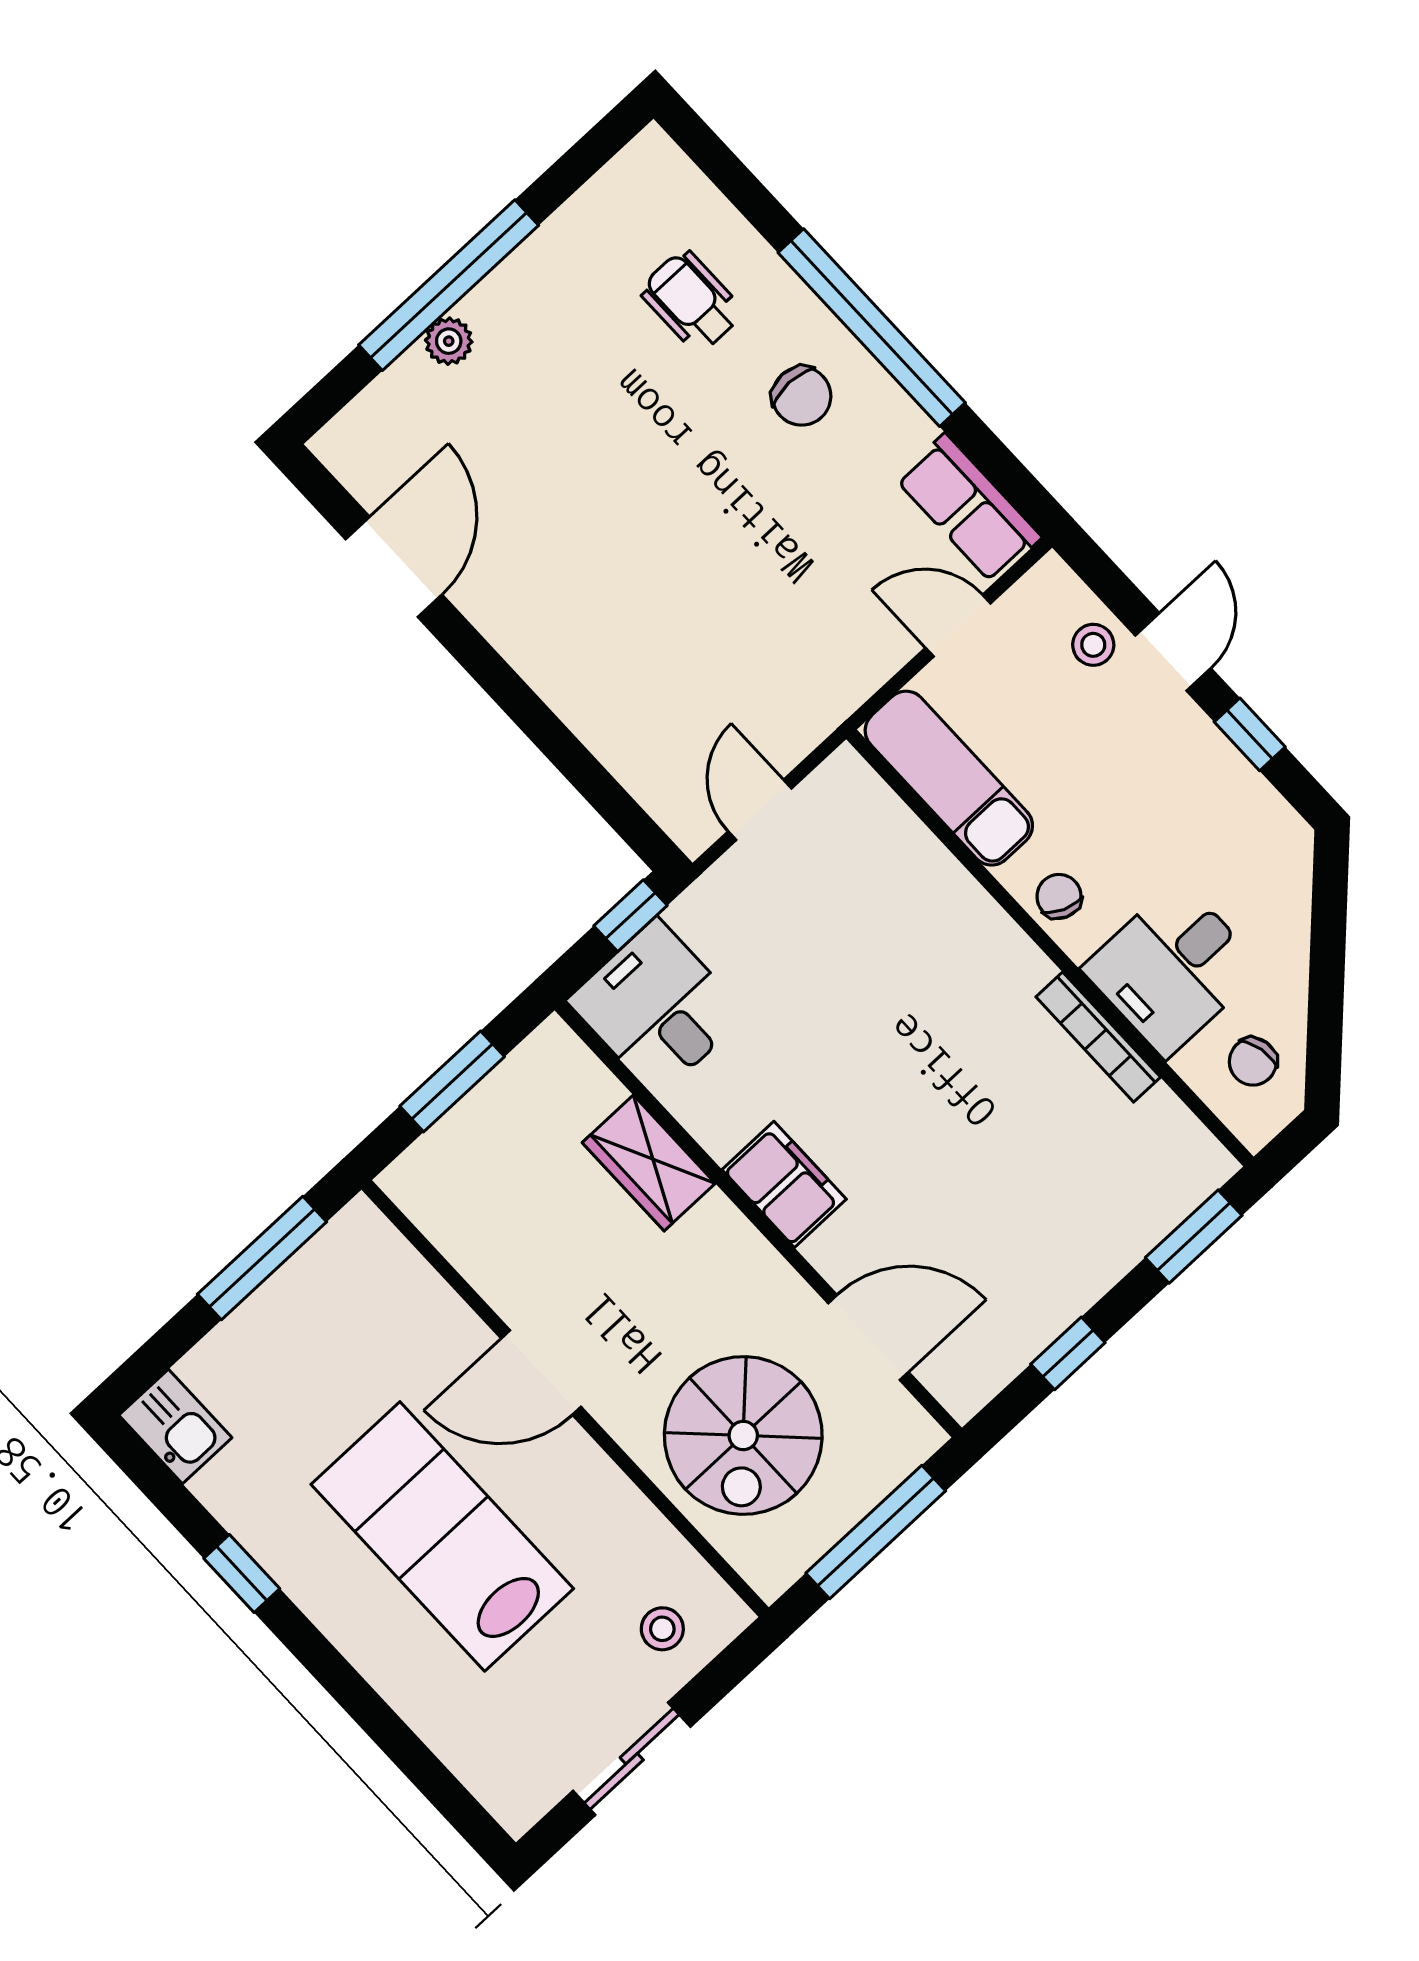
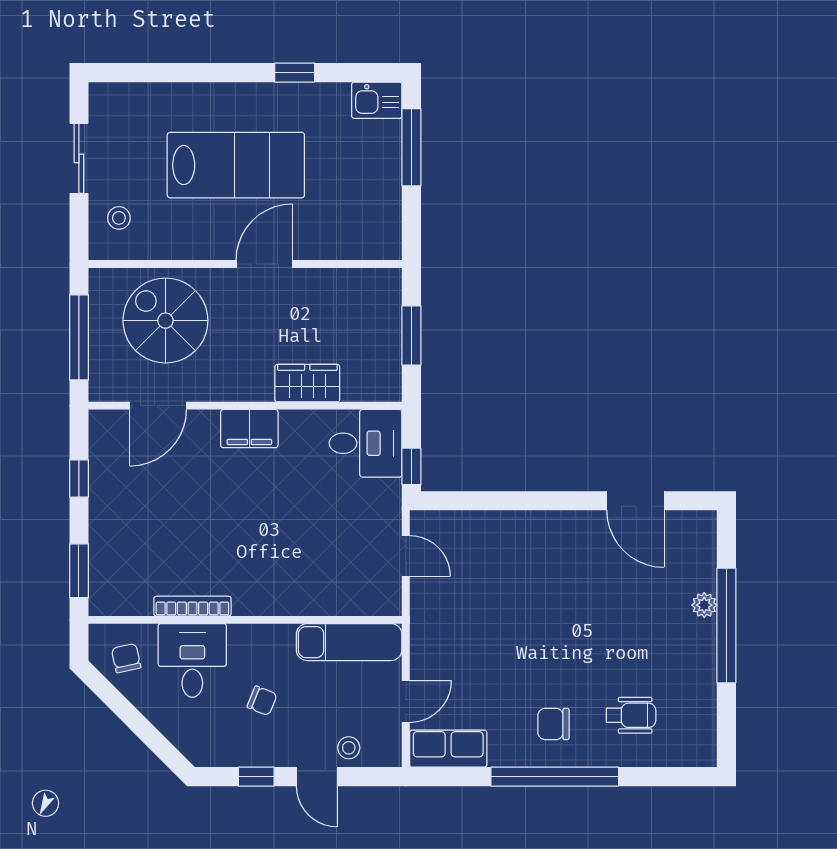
chair: (1059, 896) -> (262, 701), moved
window: (262, 1258) -> (411, 147), moved

